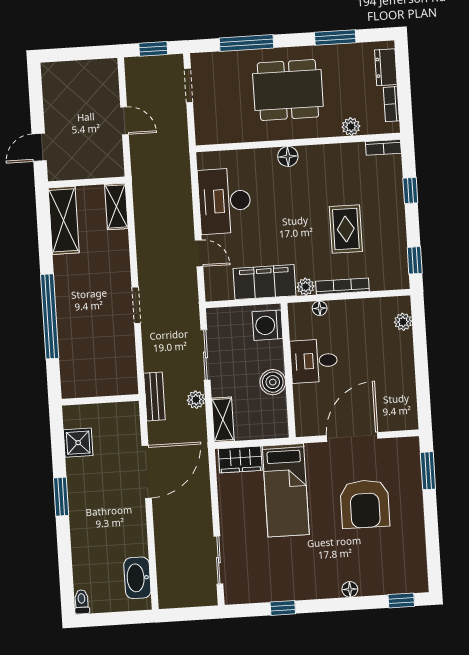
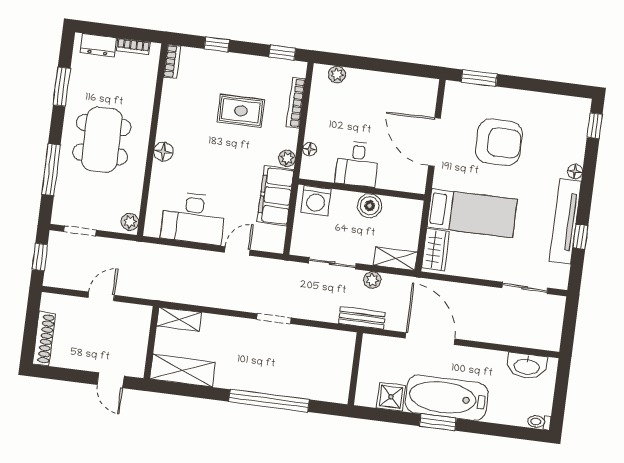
shoe rack: (69, 70) -> (44, 339), added
plant: (351, 127) -> (130, 222), moved
bookcase: (342, 286) -> (296, 103), moved
bathtub: (88, 501) -> (447, 398), added
tv unit: (296, 589) -> (565, 221), added

